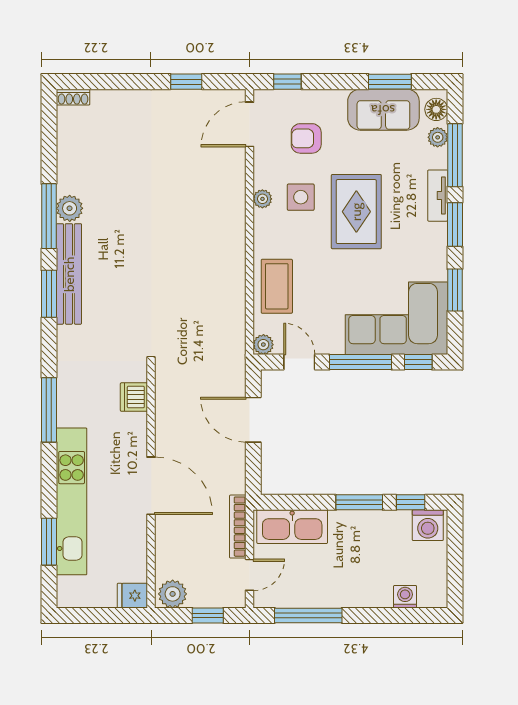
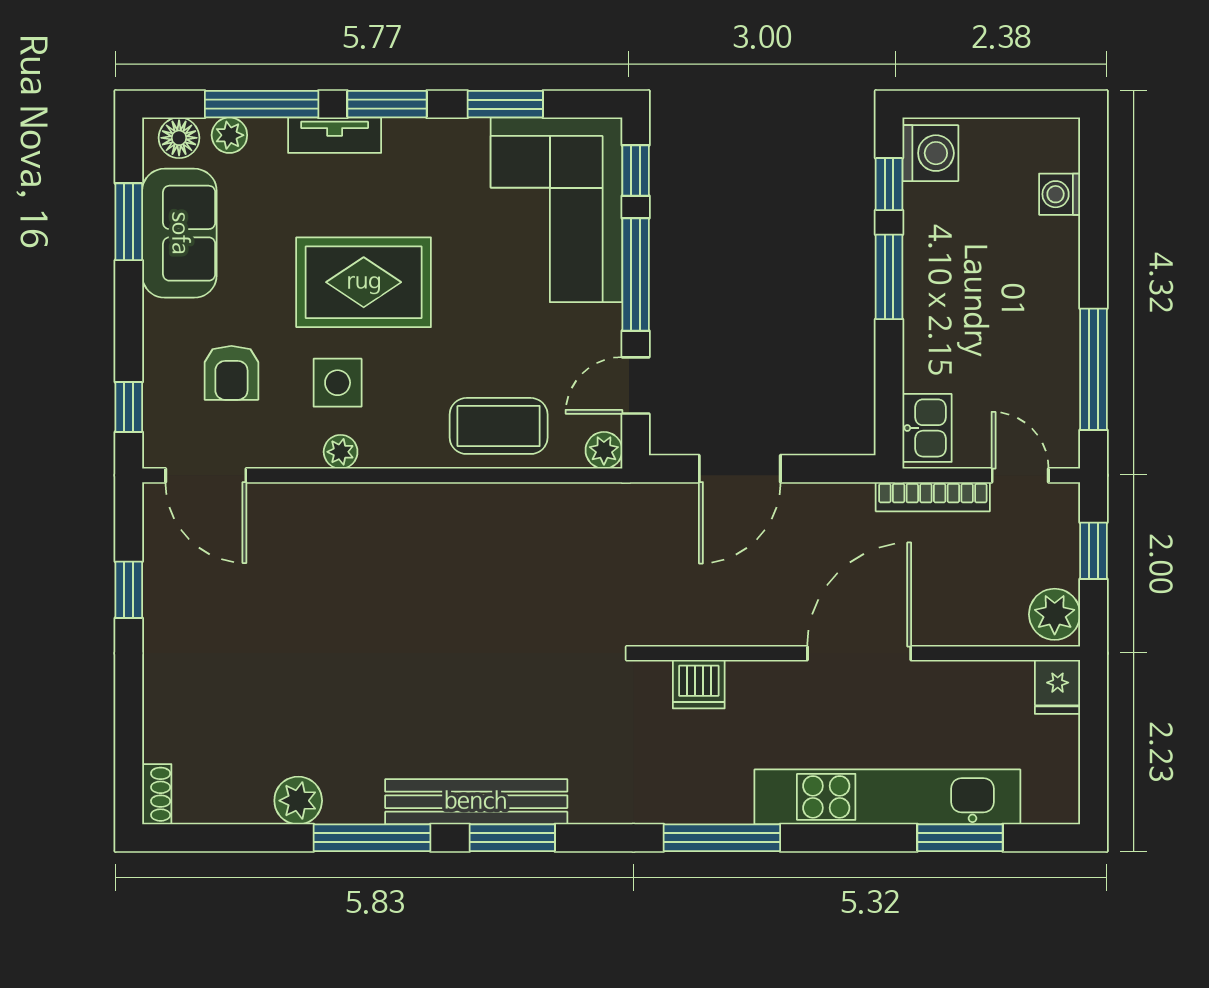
plant: (70, 208) -> (298, 801), moved
kitchen sink: (292, 527) -> (927, 428), width x0.53, depth x0.81

